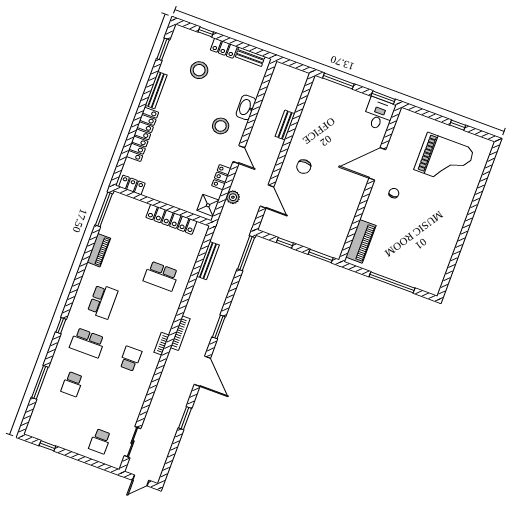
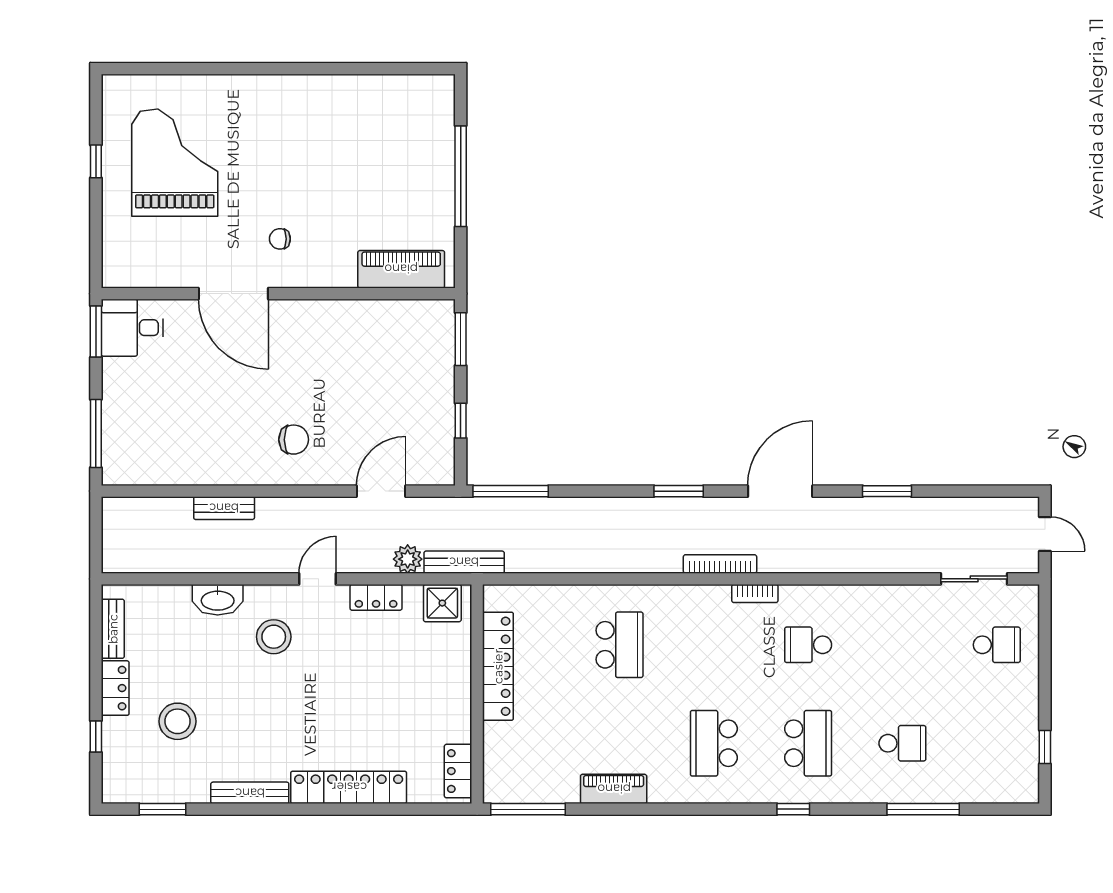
bench: (208, 261) -> (464, 562), moved
school desk: (103, 301) -> (714, 743), turned -90

